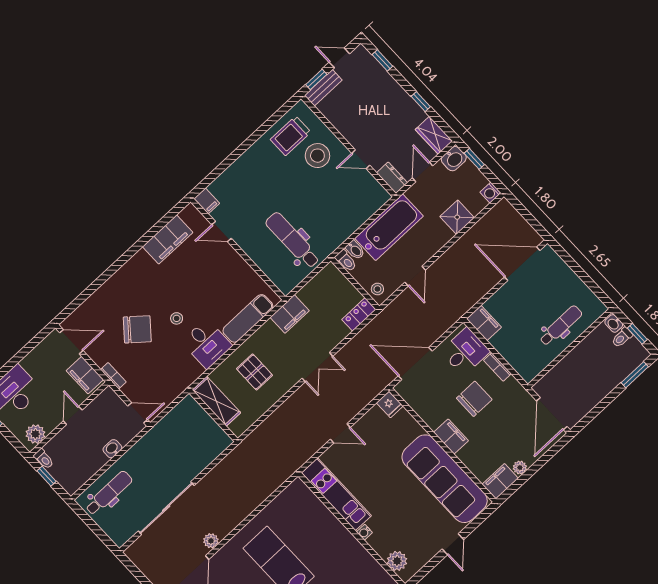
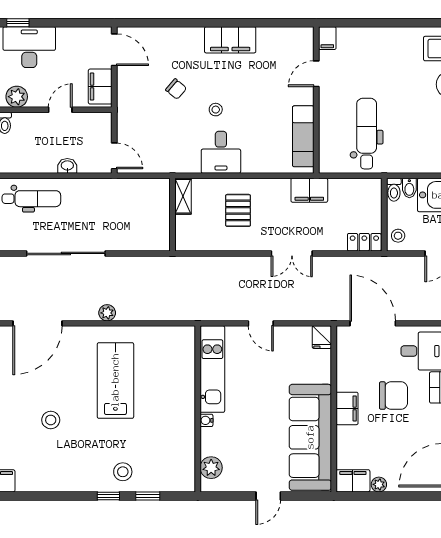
door: (222, 232) -> (316, 74), hinge flipped
filing cabinet: (168, 240) -> (230, 40), moved
exam couch: (248, 318) -> (303, 136), moved, turned -90
chair: (137, 329) -> (176, 89), width x0.54, depth x0.54
bookcase: (113, 376) -> (122, 108), removed
shelving: (216, 401) -> (183, 196), width x0.67, depth x0.75
plant: (211, 541) -> (107, 313), moved

